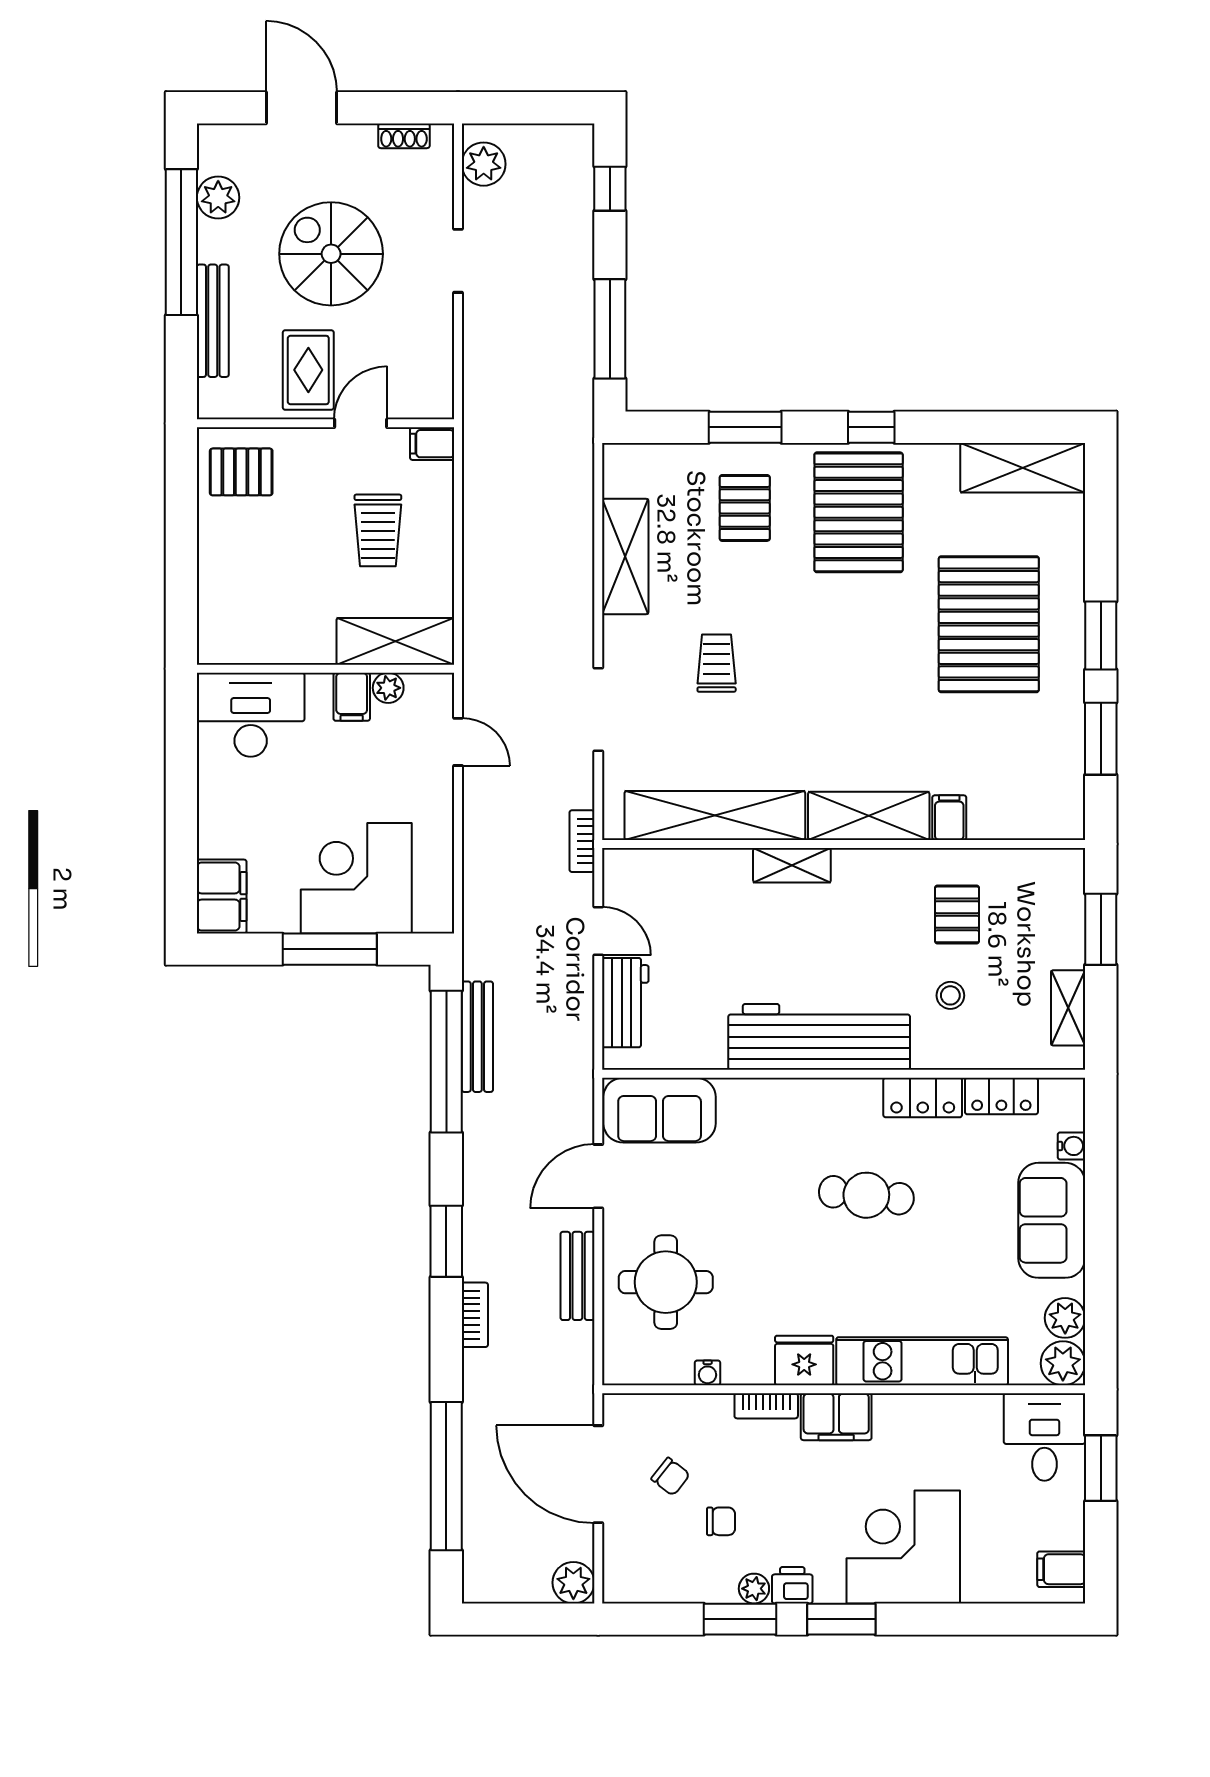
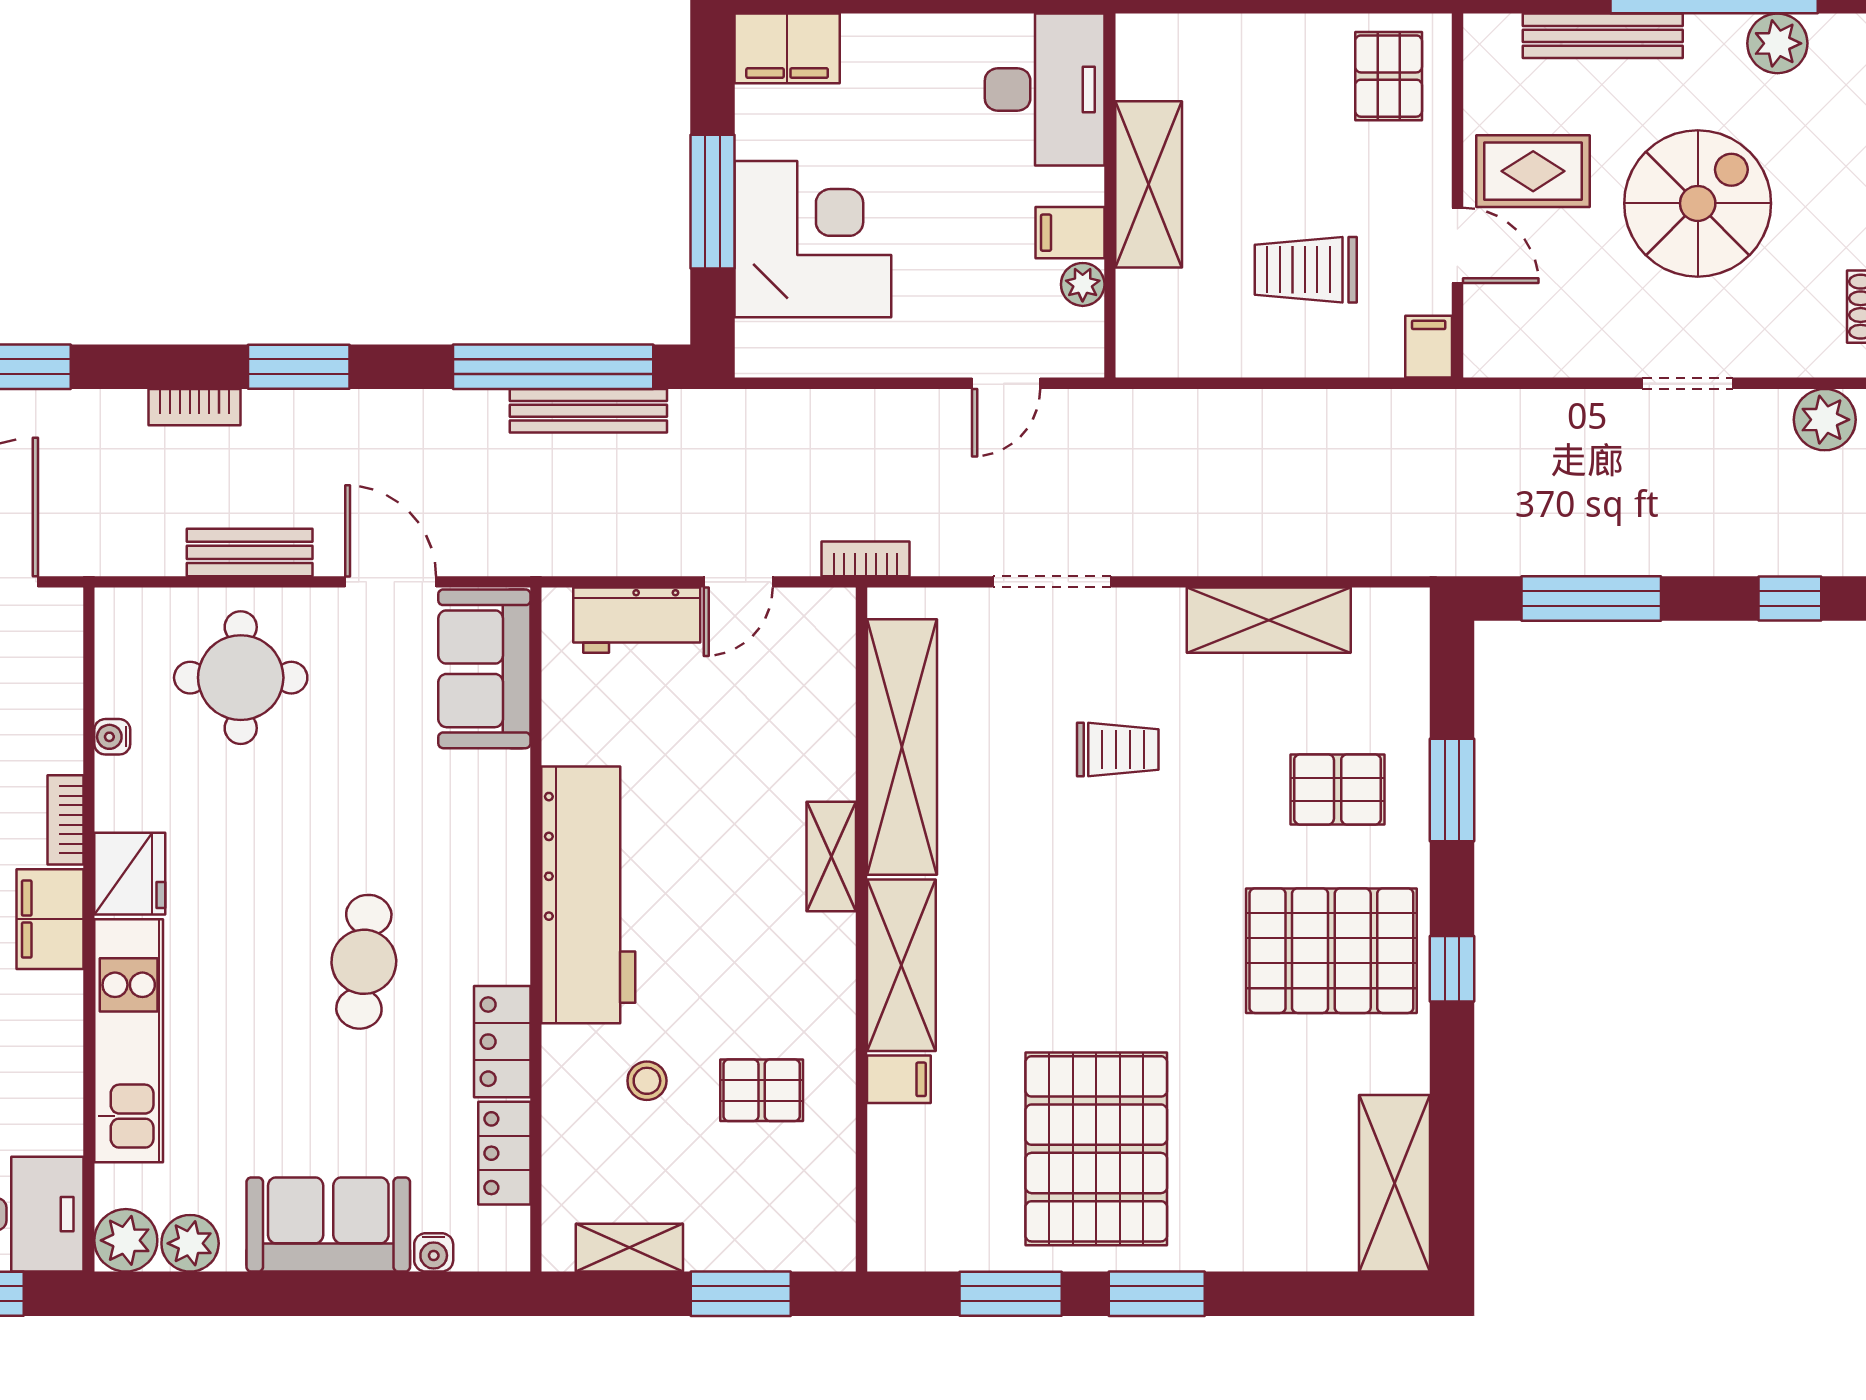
pallet: (989, 624) -> (1096, 1149), moved, turned 90
shelving: (395, 641) -> (1149, 184), moved

